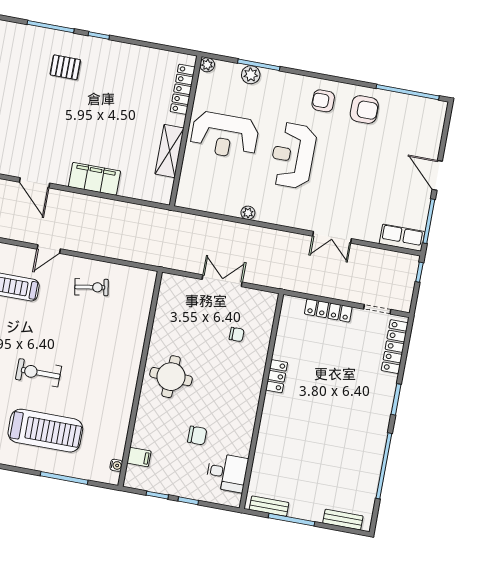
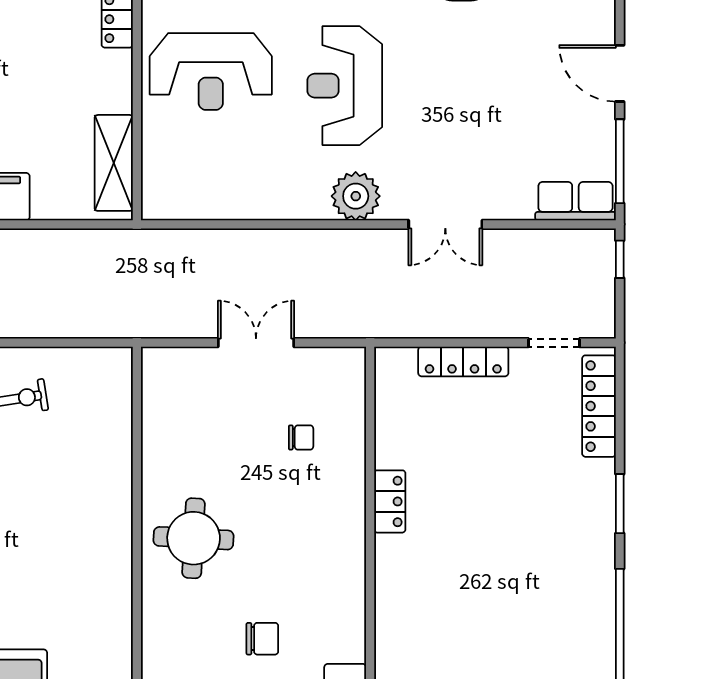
shelving: (169, 151) -> (114, 163), moved
plant: (248, 213) -> (356, 196), moved, width x1.87, depth x1.87

